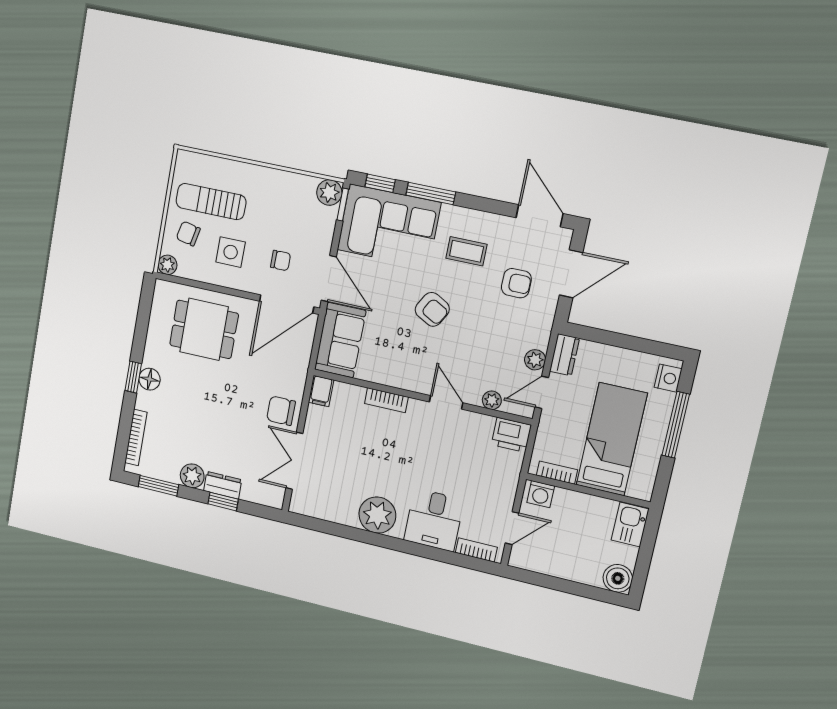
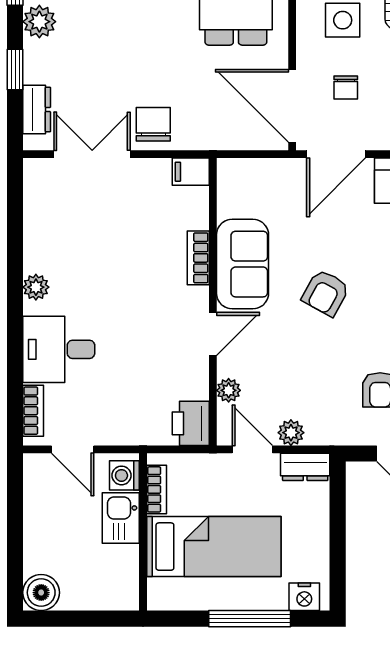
sofa: (340, 340) -> (243, 264), moved, turned -90
dresser: (223, 485) -> (37, 110), moved
plant: (377, 515) -> (36, 287), width x0.53, depth x0.53
kitchen sink: (630, 525) -> (121, 518), moved, turned -90

